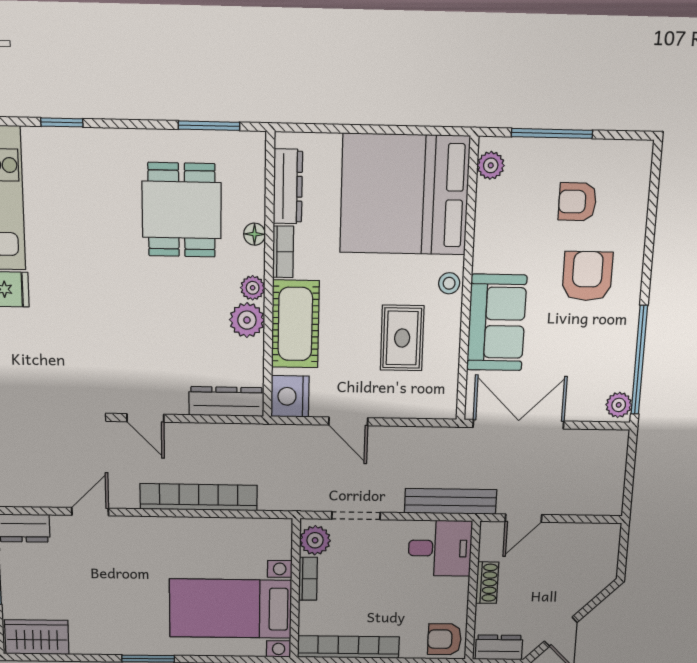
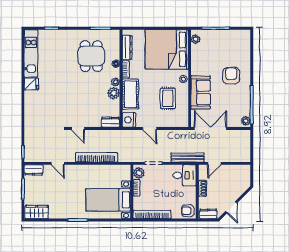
armchair: (577, 202) -> (226, 51), removed
dresser: (226, 401) -> (111, 122), width x0.70
door: (90, 512) -> (58, 163), swing flipped

